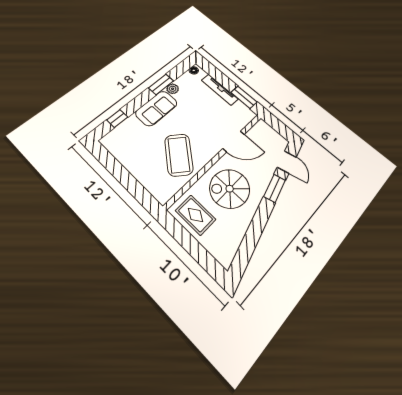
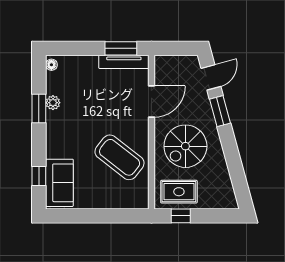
tv unit: (220, 90) -> (124, 62), moved
sofa: (156, 108) -> (59, 183), moved
door: (287, 162) -> (211, 77), hinge flipped
window: (180, 234) -> (181, 216), added

